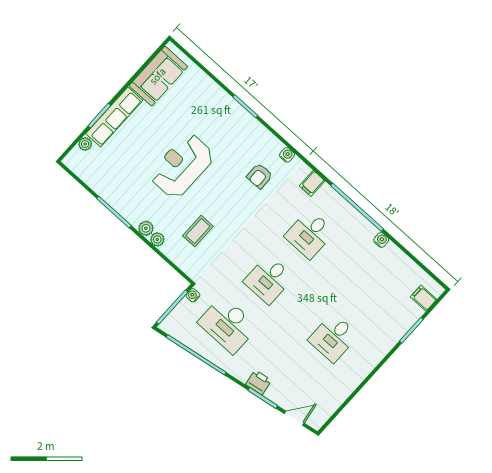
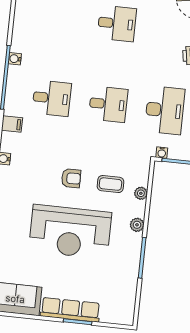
plant: (85, 144) -> (107, 317), removed
reception desk: (182, 166) -> (70, 232), width x1.36, depth x1.30
armchair: (260, 176) -> (71, 178), moved
plant: (157, 239) -> (141, 193), moved
water cooler: (381, 240) -> (15, 59), moved

